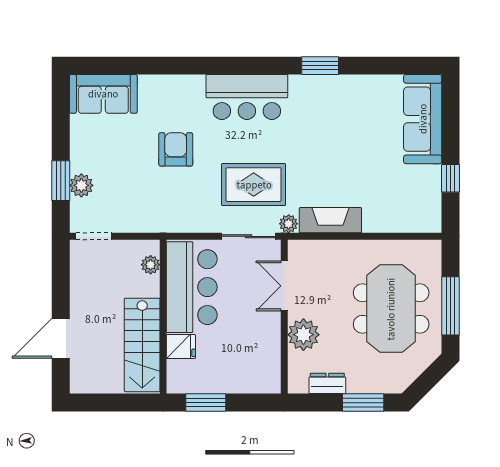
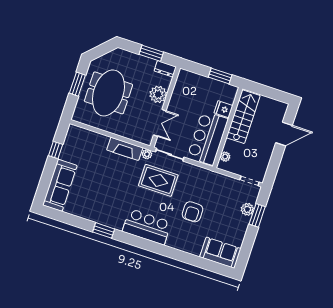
window: (451, 306) -> (77, 84), width x0.69
dresser: (327, 383) -> (165, 69), moved
window: (363, 403) -> (151, 53), moved

